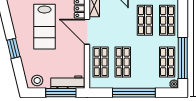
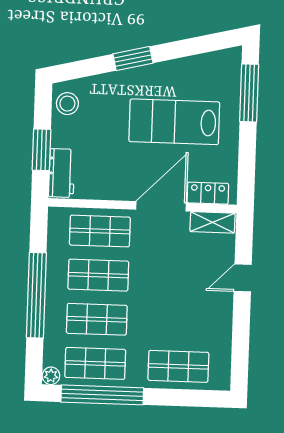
shop shelf: (145, 20) -> (97, 319), moved
workbench: (68, 82) -> (62, 173), width x0.73
window: (61, 93) -> (41, 150), width x0.69

